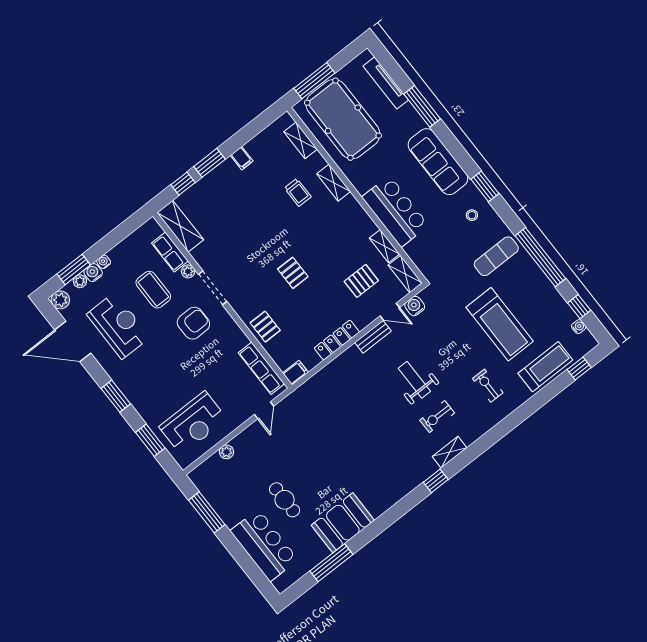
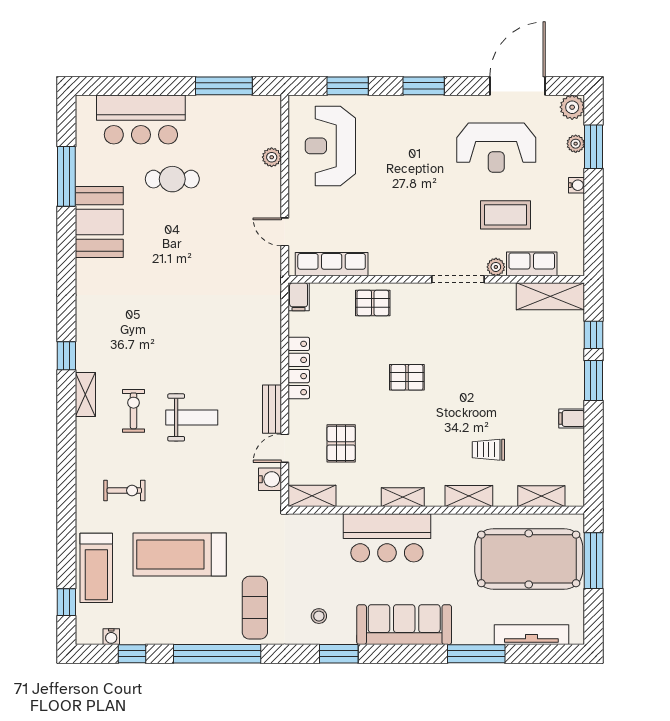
shelving: (384, 246) -> (403, 497), moved
water cooler: (93, 273) -> (574, 165), removed
armchair: (193, 323) -> (436, 230), removed

